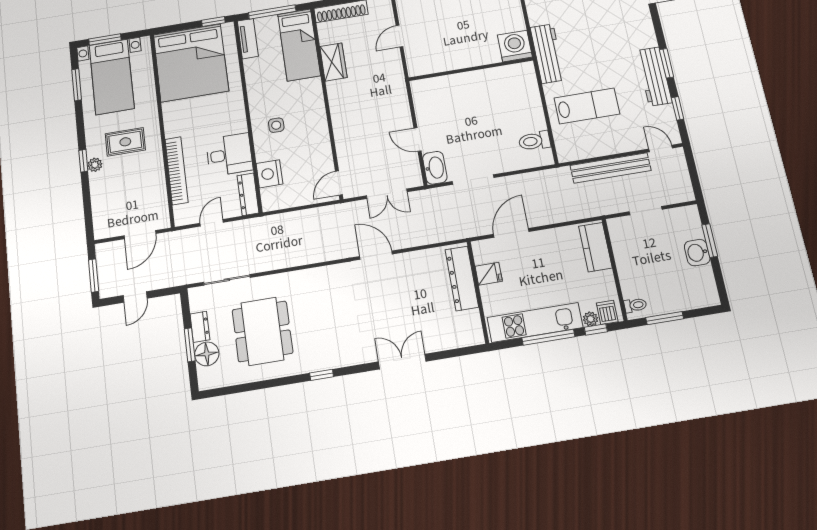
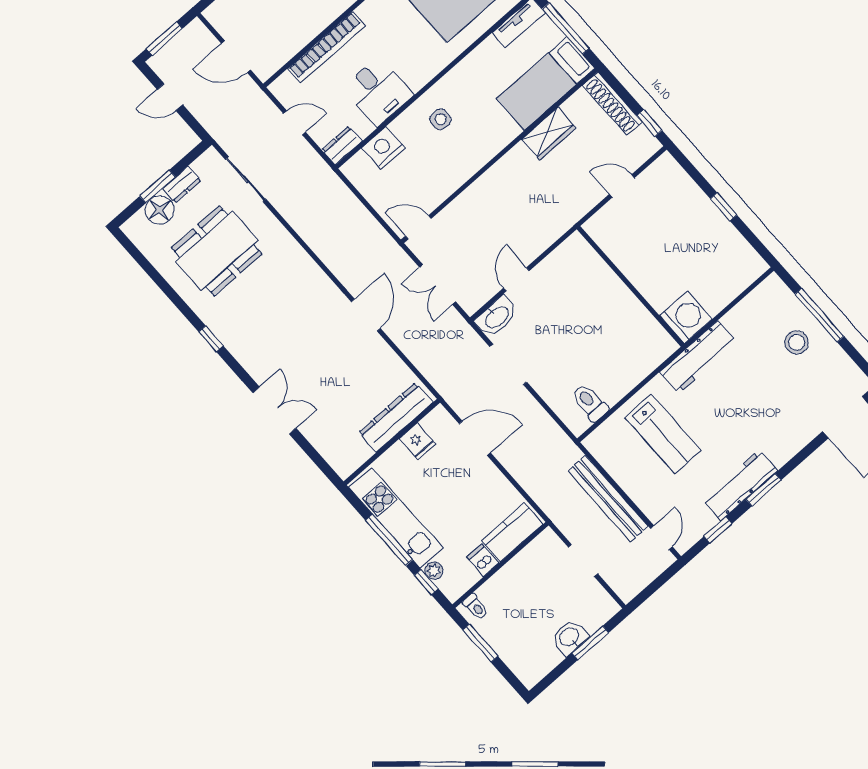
dresser: (248, 194) -> (342, 145), width x0.70
dishwasher: (607, 312) -> (483, 560), moved, turned -90

